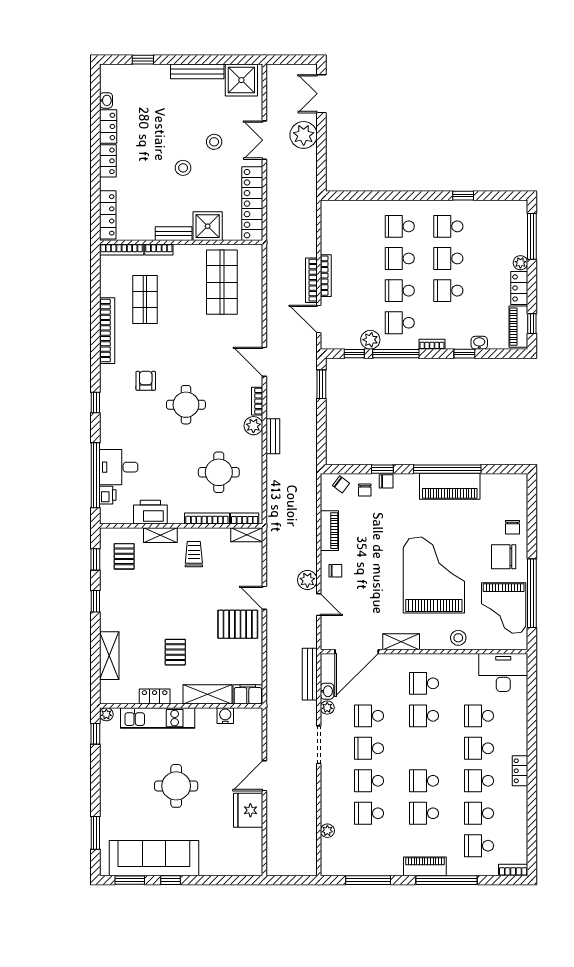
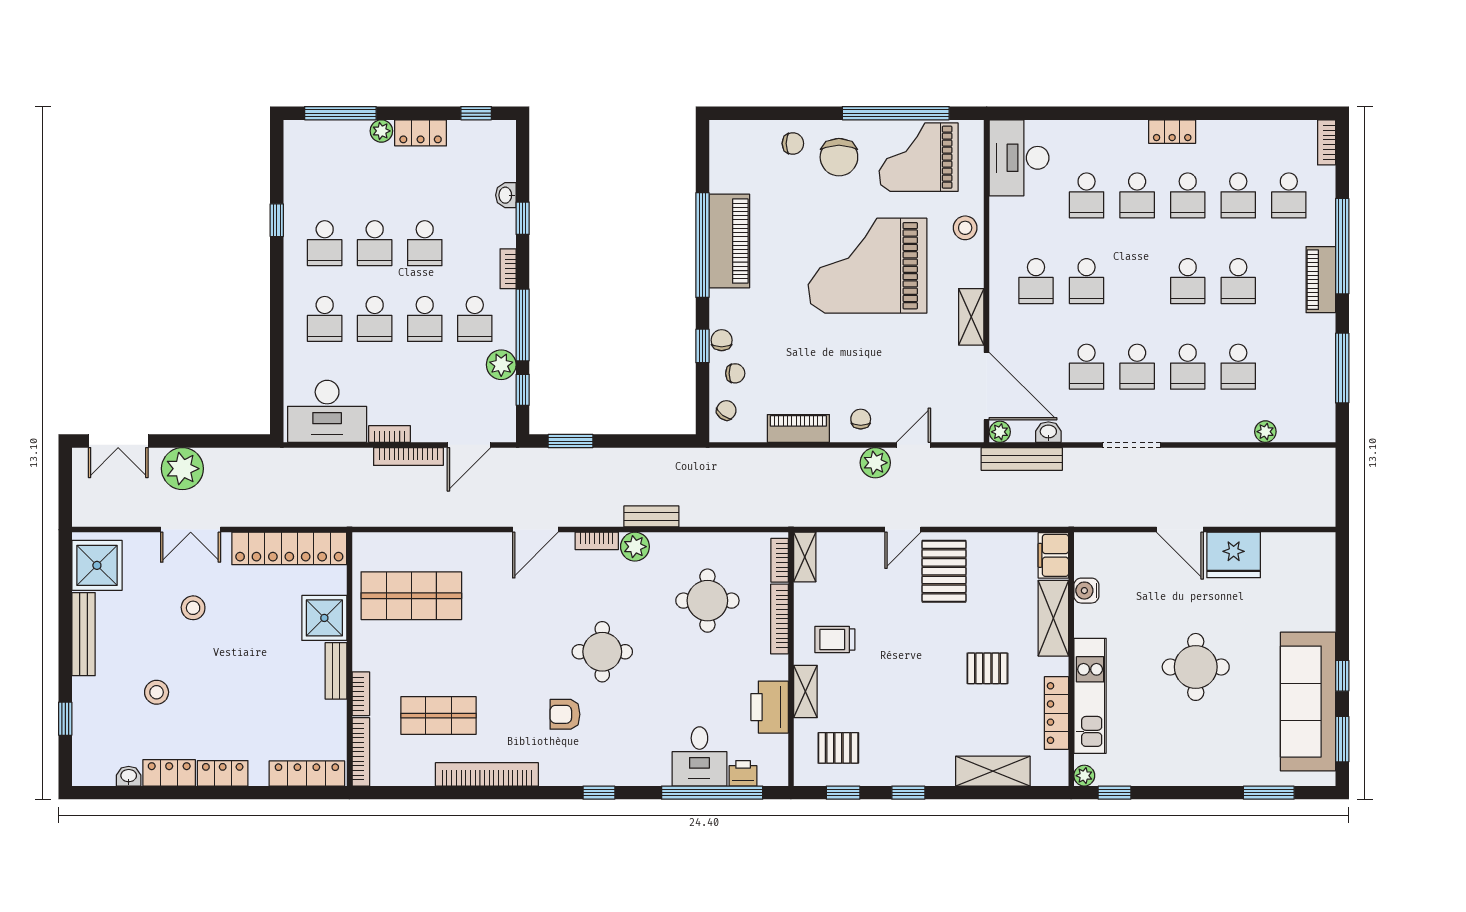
stool: (183, 168) -> (157, 692), moved
desk: (340, 228) -> (327, 411), added
bookcase: (326, 276) -> (390, 434), width x0.64
piano: (518, 327) -> (481, 134), removed
grand piano: (504, 608) -> (919, 157), turned 180
locker: (155, 697) -> (1057, 713), width x1.53
plant: (327, 708) -> (1000, 432), moved

